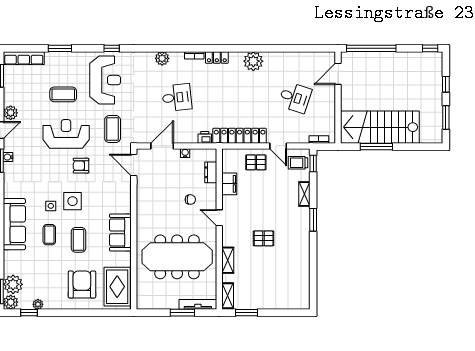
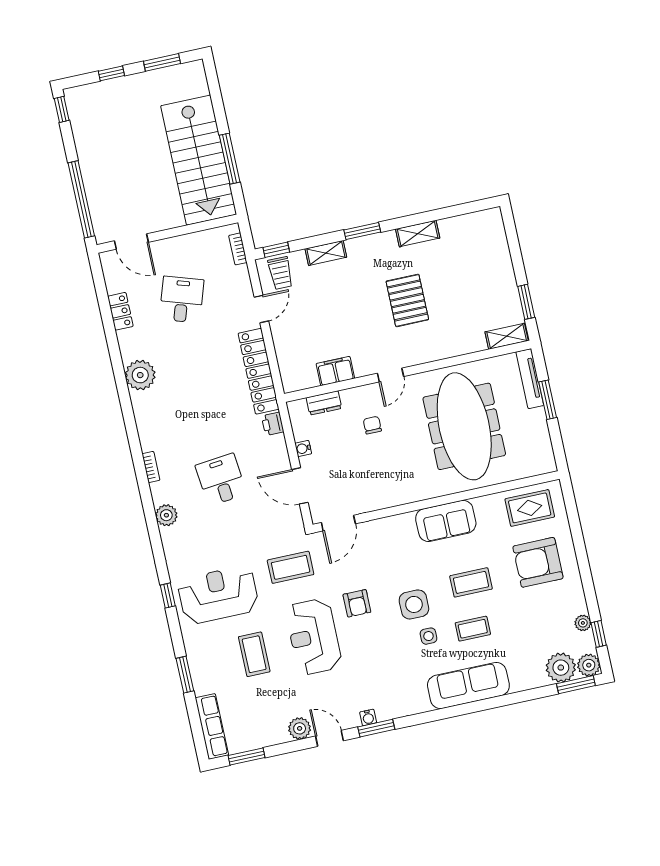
locker: (217, 58) -> (120, 311), moved
pallet: (256, 162) -> (294, 337), removed
pallet: (264, 238) -> (407, 300), width x1.50, depth x1.42
shelving: (228, 260) -> (418, 234), moved
rug: (117, 287) -> (530, 508), width x0.73, depth x0.70

